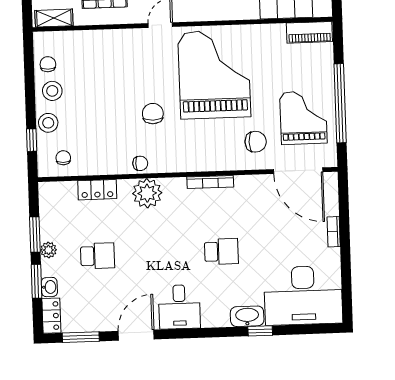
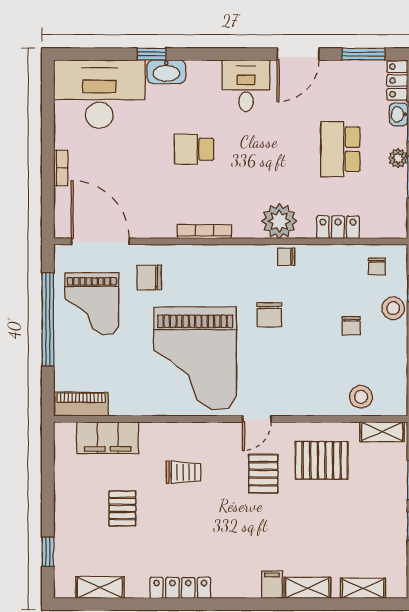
chair: (48, 64) -> (351, 326), moved
stool: (52, 91) -> (361, 397), moved
school desk: (98, 256) -> (340, 149), width x1.85

